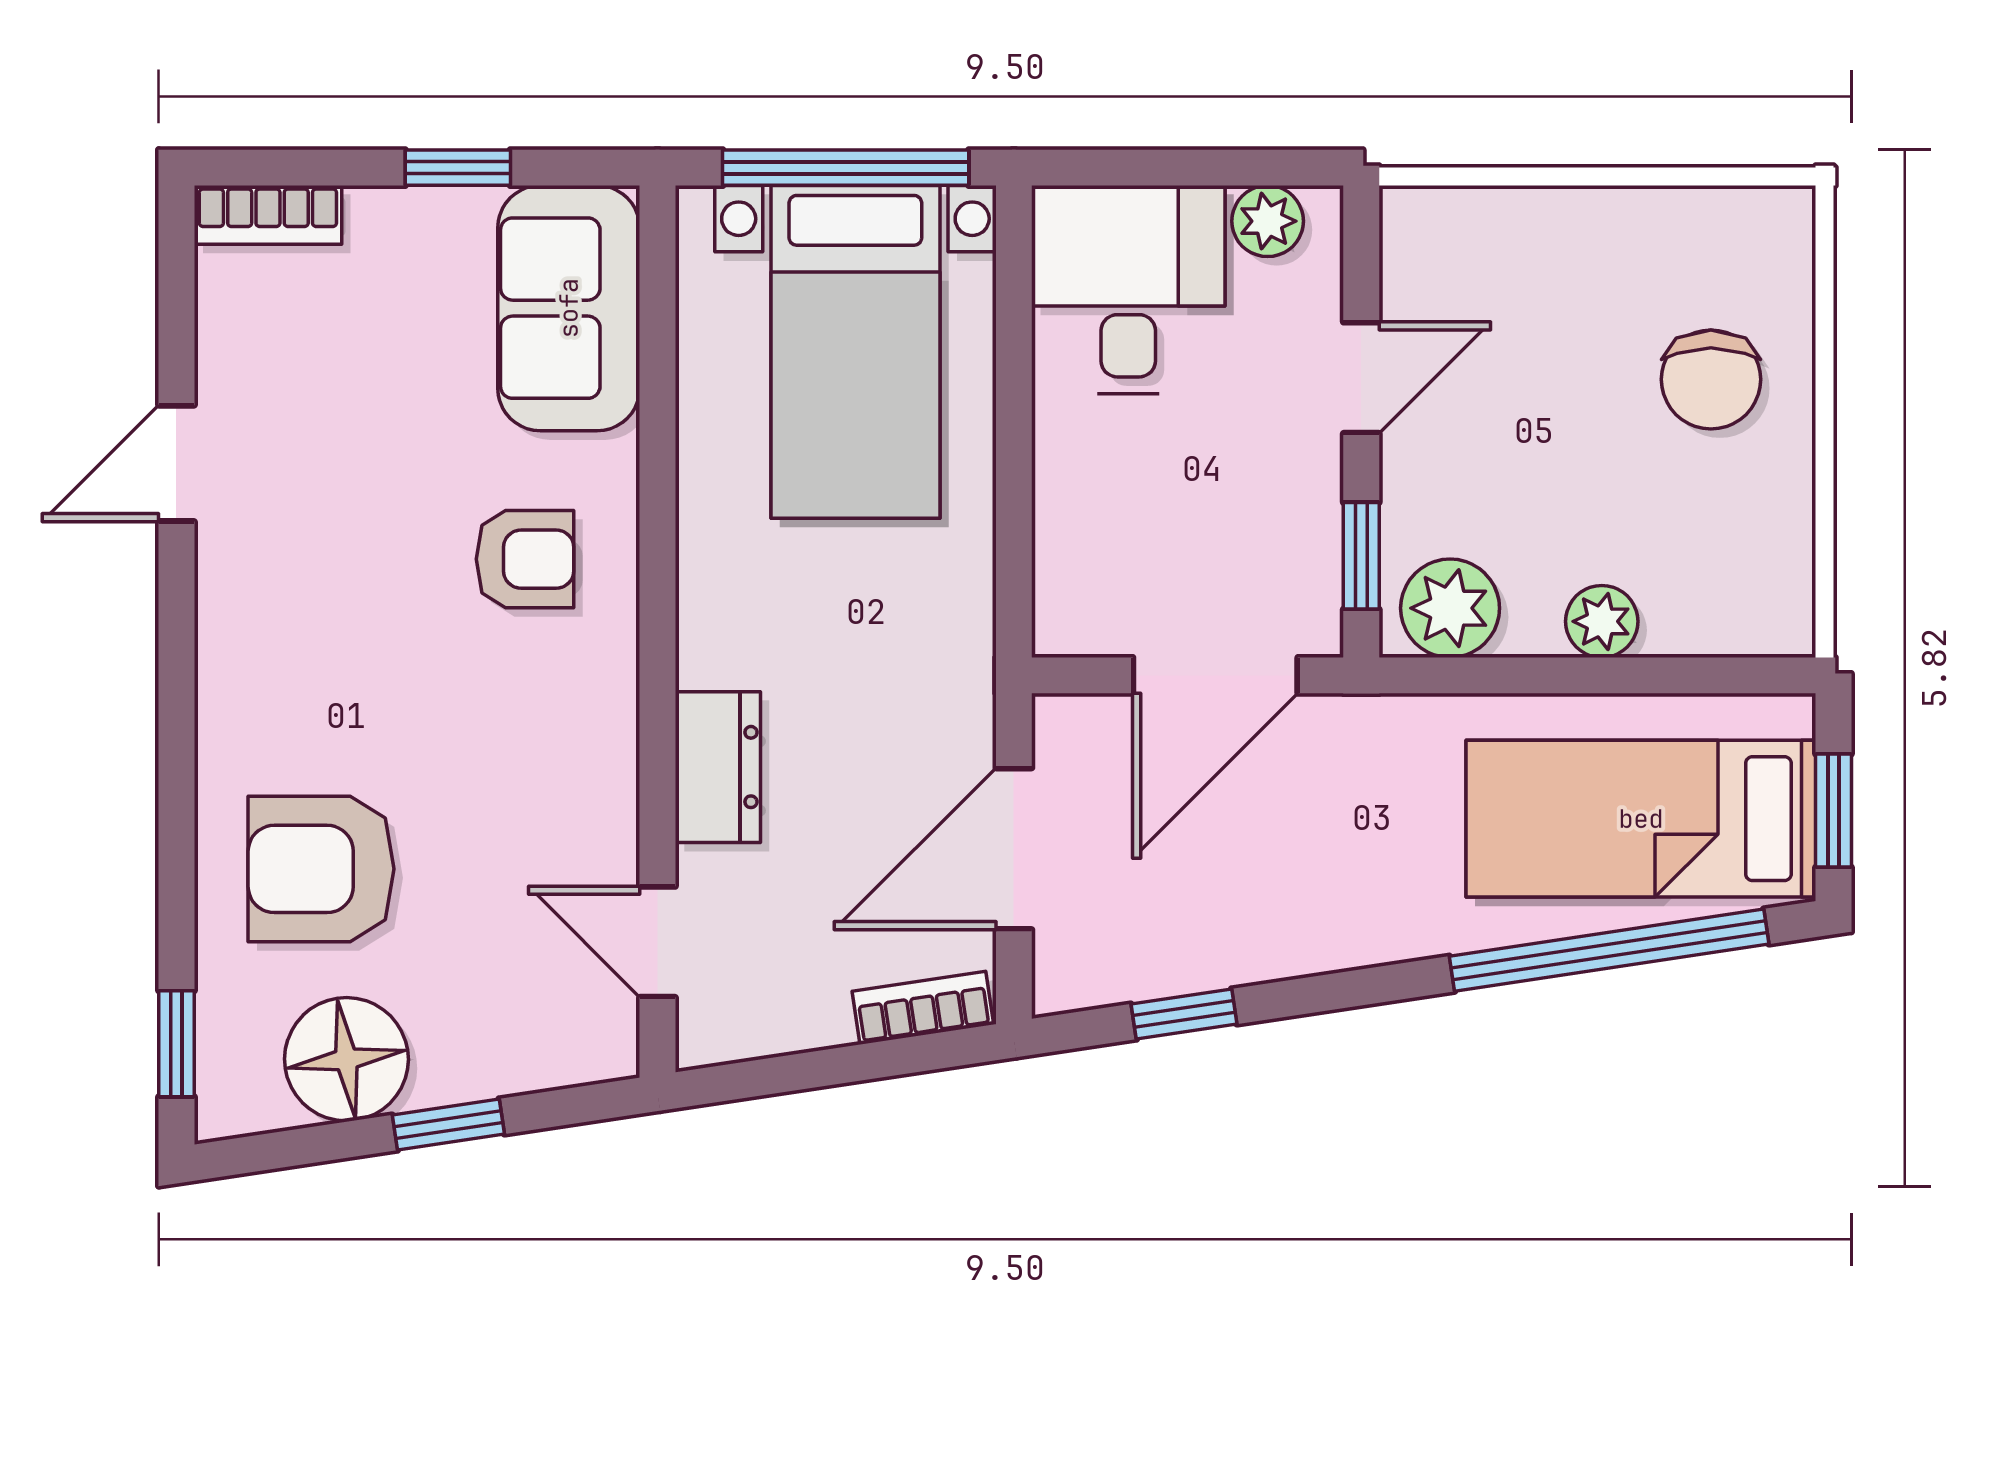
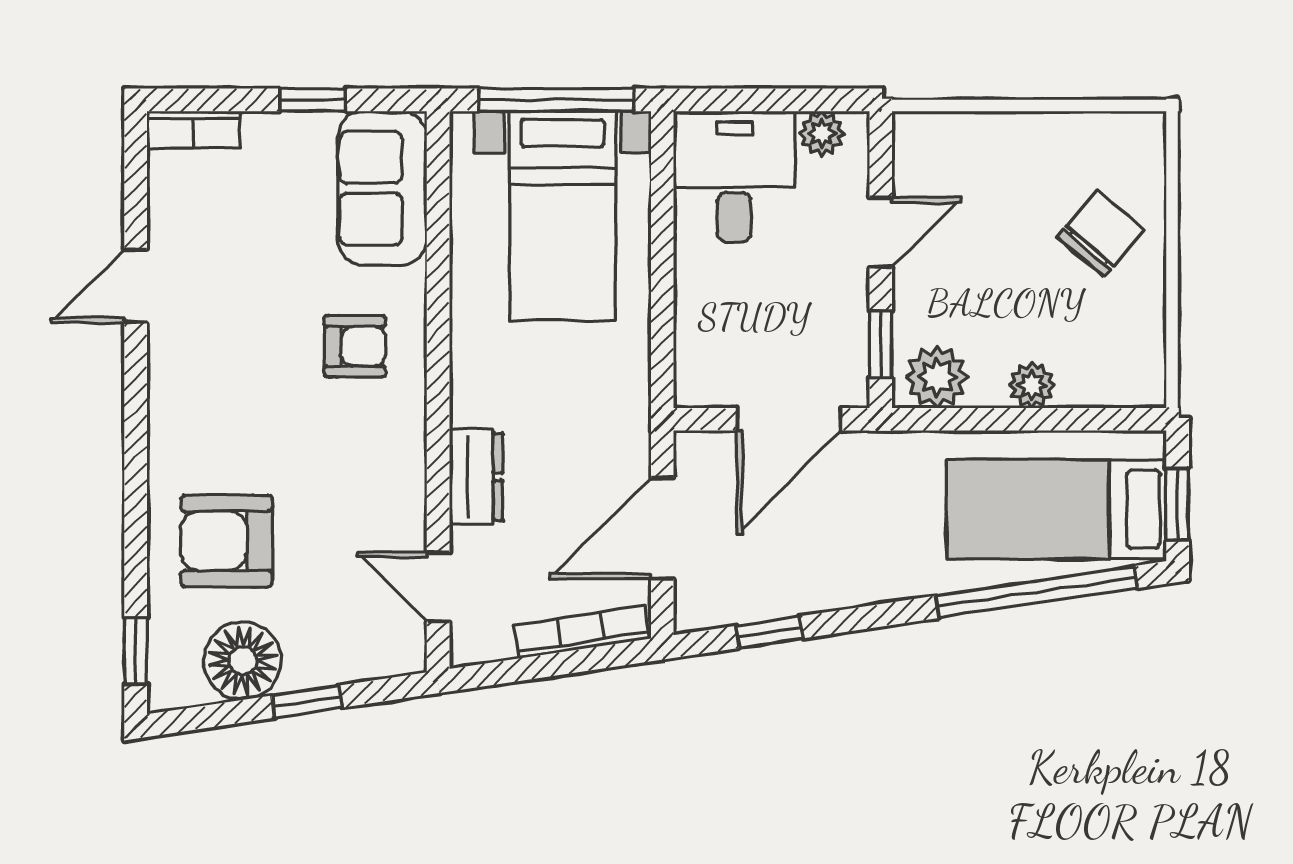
chair: (1711, 379) -> (1101, 233), turned -140
bookcase: (923, 1008) -> (581, 632), width x1.56

